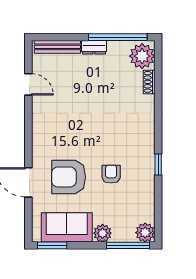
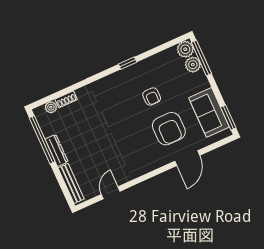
dresser: (94, 47) -> (57, 150), width x1.44
plant: (142, 56) -> (51, 107), width x0.53, depth x0.53
armchair: (111, 174) -> (152, 97), turned -90
plant: (103, 233) -> (193, 65), moved

